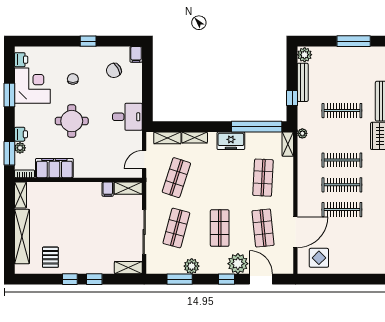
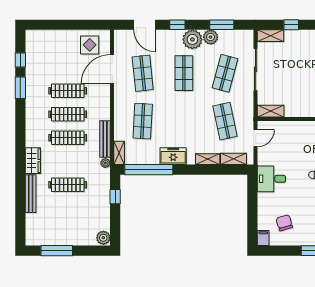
chair: (114, 70) -> (284, 223), turned -76
bench: (303, 82) -> (105, 139), moved
shop shelf: (176, 178) -> (225, 121), turned -30
filing cabinet: (108, 189) -> (290, 110), removed
plant: (238, 264) -> (192, 39), moved
window: (94, 279) -> (291, 25), moved

